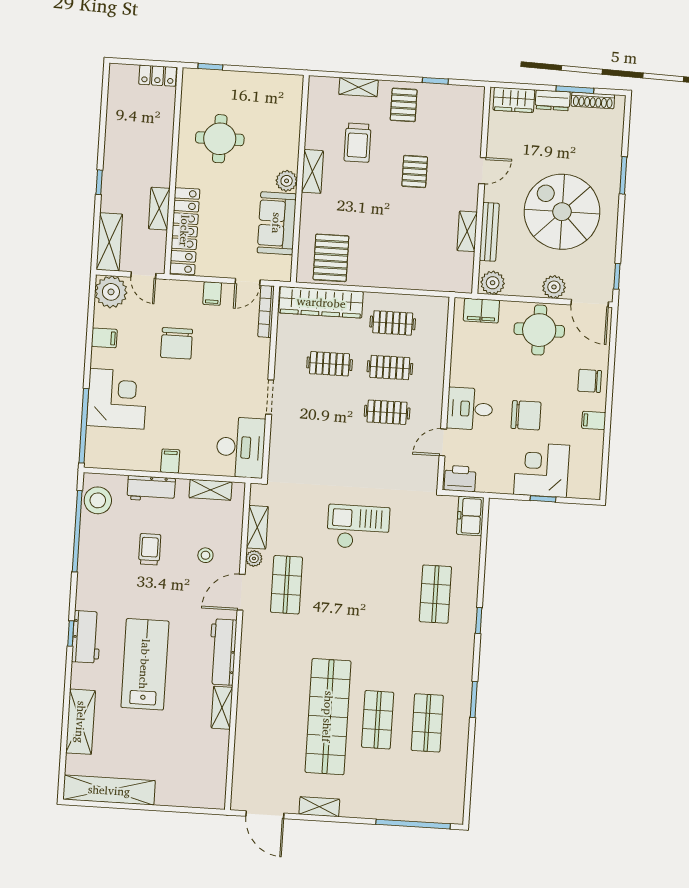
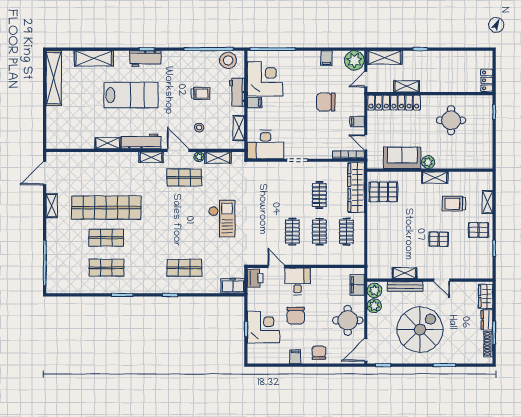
plant: (554, 287) -> (374, 306), moved
corner desk: (117, 399) -> (265, 79), moved, turned -90
shelving: (250, 638) -> (151, 157), added

